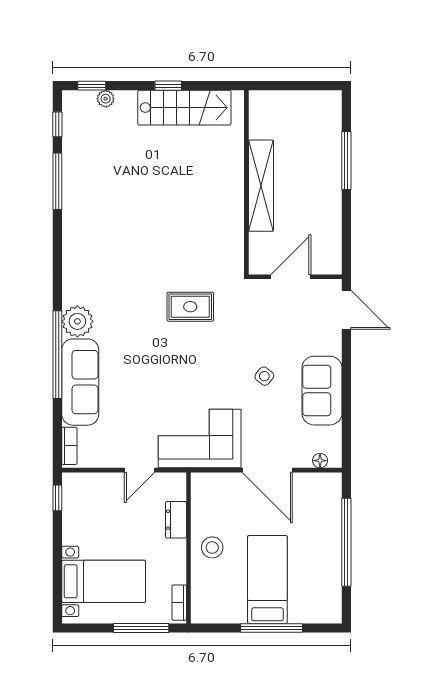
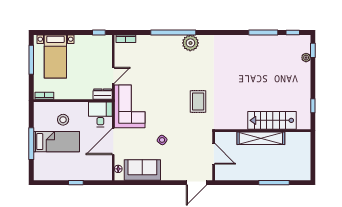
window: (168, 86) -> (313, 106), moved
stairs: (184, 108) -> (272, 120), moved, turned 90
sofa: (80, 382) -> (159, 44), removed
sofa: (322, 391) -> (142, 170), moved
door: (140, 470) -> (113, 75), swing flipped
desk: (215, 495) -> (100, 114), added
dresser: (176, 520) -> (103, 94), moved
window: (346, 542) -> (76, 183), width x0.32
stool: (212, 547) -> (63, 120), moved
window: (141, 628) -> (31, 60), moved

